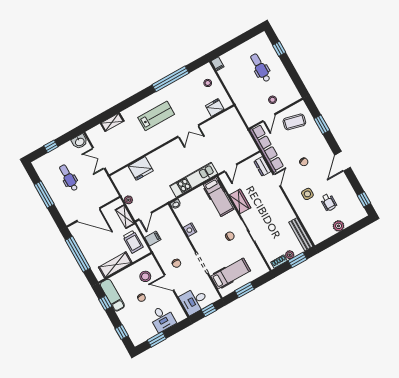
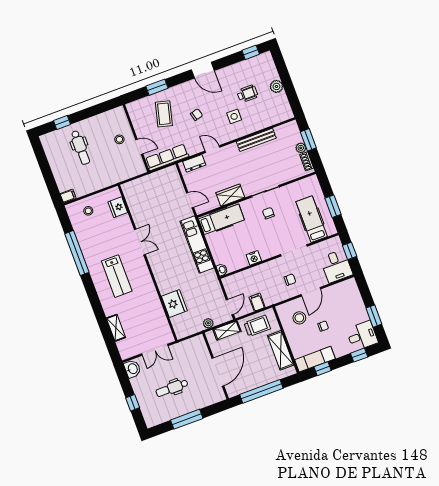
dental chair: (260, 68) -> (80, 148), turned -90
lab bench: (156, 116) -> (117, 276), turned 180
coffee table: (294, 122) -> (164, 114), moved
row of seats: (267, 148) -> (167, 157), width x0.73
door: (145, 216) -> (230, 307), hinge flipped
bench: (301, 234) -> (256, 140), moved
desk: (162, 319) -> (362, 336), moved

